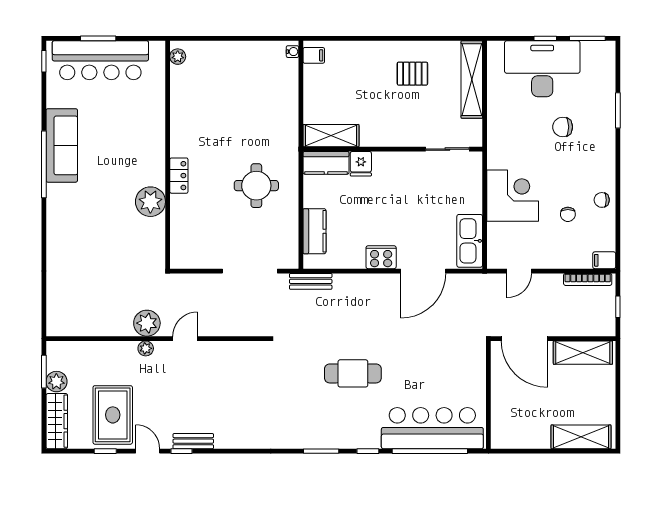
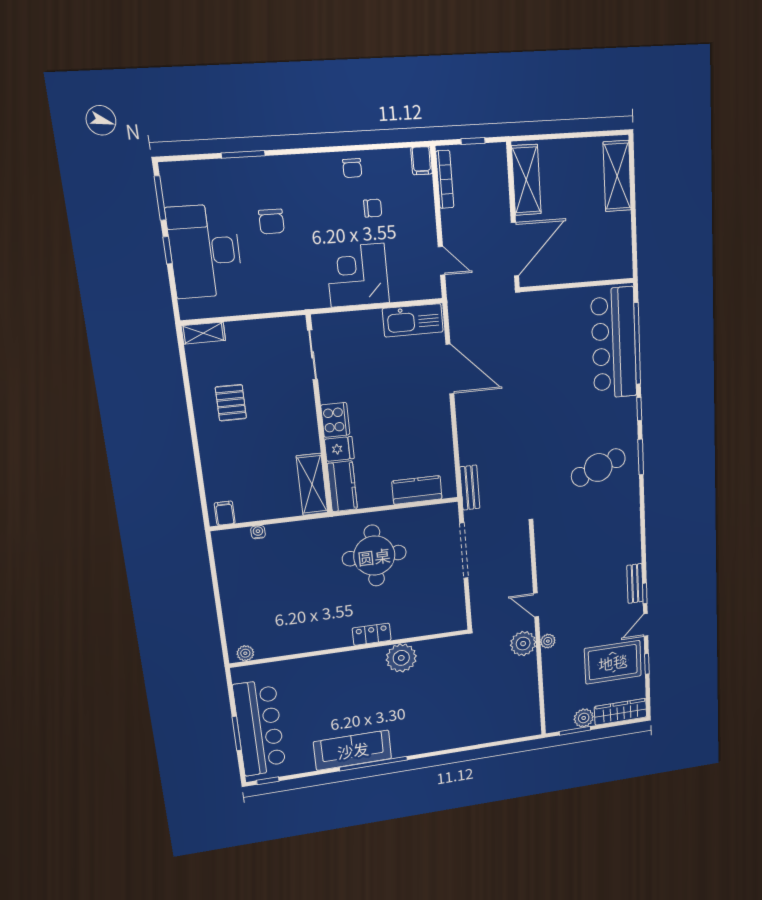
water cooler: (292, 52) -> (258, 532), moved
shelving: (472, 80) -> (203, 333), width x0.45, depth x0.75
round table: (256, 186) -> (374, 556), width x1.36, depth x1.36
cooker: (381, 257) -> (335, 420), moved, turned 180
cafe table: (353, 373) -> (598, 468), moved, turned 69

